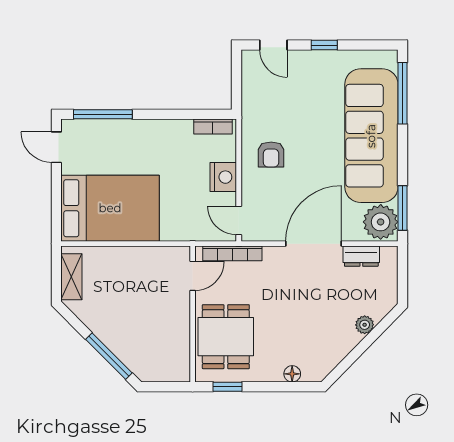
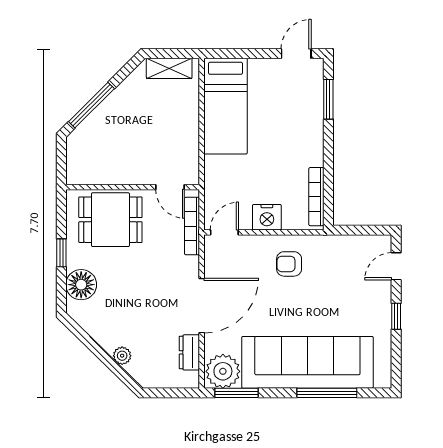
window: (403, 93) -> (327, 393), moved
window: (103, 114) -> (328, 99), width x0.69
bookcase: (213, 127) -> (316, 197), width x1.56
bed: (110, 208) -> (226, 106), width x0.67
door: (314, 244) -> (202, 306), hinge flipped
floor lamp: (292, 374) -> (81, 285), width x1.89, depth x1.89
window: (227, 387) -> (61, 253), moved

